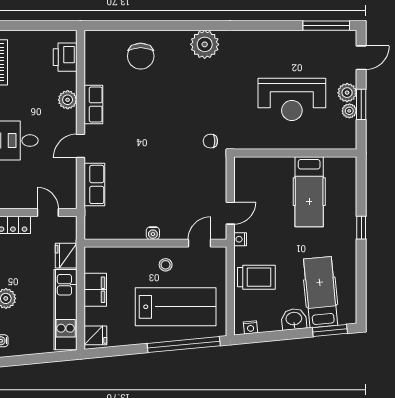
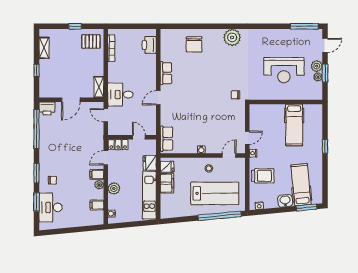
plant: (68, 100) -> (151, 70), removed
row of seats: (94, 184) -> (166, 139), moved
fridge: (95, 335) -> (167, 167), moved

